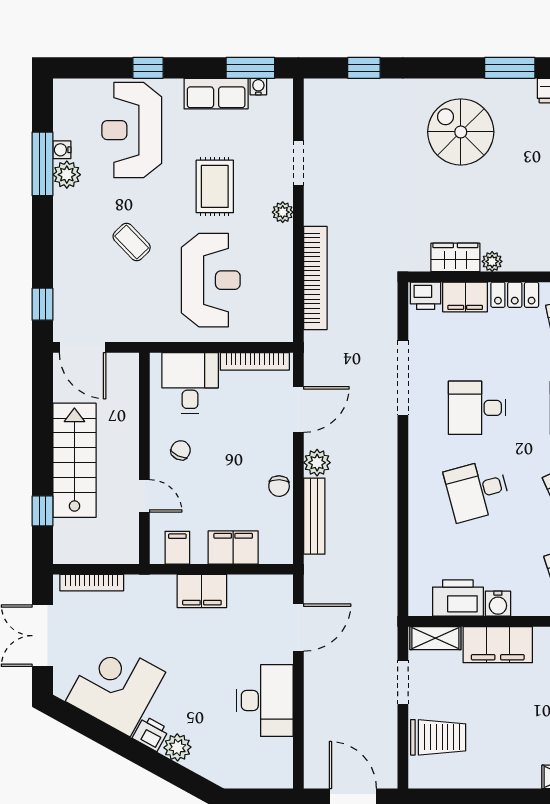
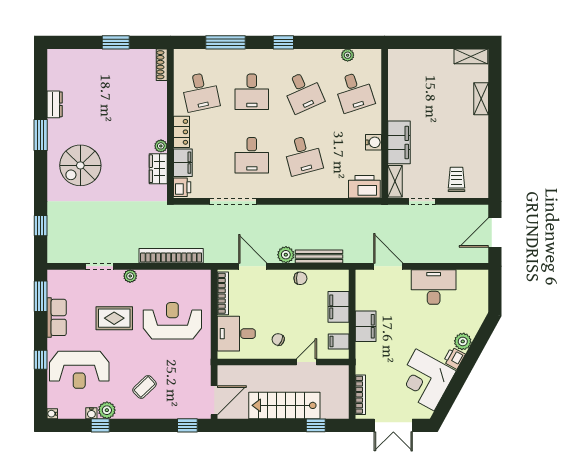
water cooler: (258, 87) -> (52, 414), moved
window: (43, 164) -> (100, 425), width x0.46
coffee table: (132, 242) -> (145, 387), moved
printer: (458, 598) -> (364, 187), moved, turned 90
trolley: (438, 737) -> (456, 179), width x0.73, depth x0.72

